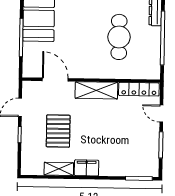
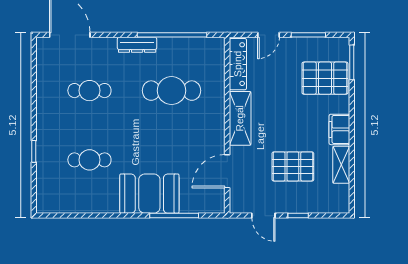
pallet: (127, 157) -> (325, 78), added

